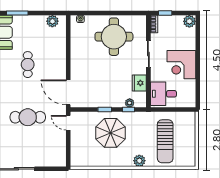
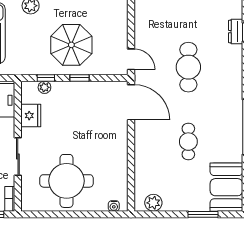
cafe table: (28, 117) -> (188, 67), turned 90

